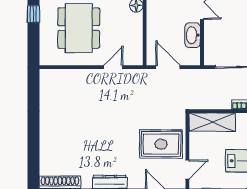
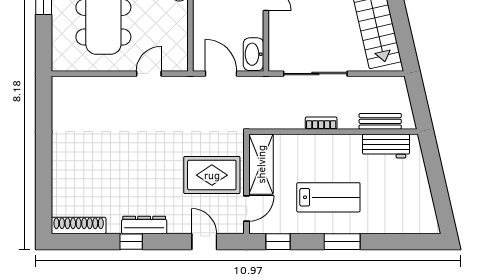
washbasin: (193, 35) -> (253, 54), moved
shelving: (212, 122) -> (261, 164), moved, turned 90

